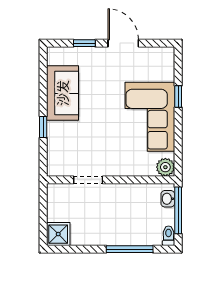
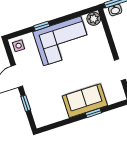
side table: (162, 58) -> (19, 46), added
sofa: (62, 93) -> (85, 101), moved

